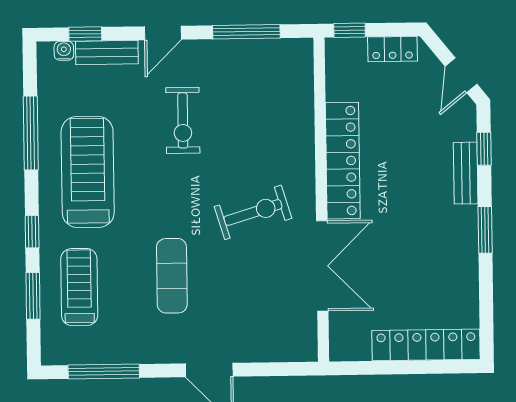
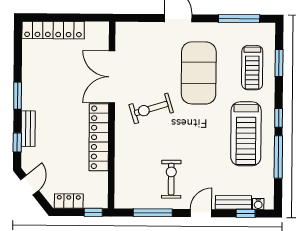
exercise bike: (183, 120) -> (171, 179), moved
window: (32, 232) -> (279, 118), moved
exercise mat: (172, 276) -> (199, 73), width x2.00, depth x1.45

